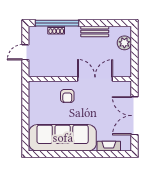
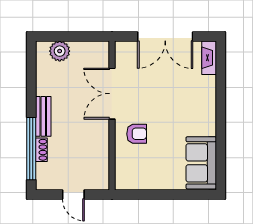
bench: (95, 31) -> (43, 116), moved
sofa: (63, 138) -> (201, 163), width x0.54, depth x0.79
fireplace: (109, 146) -> (209, 58), moved

